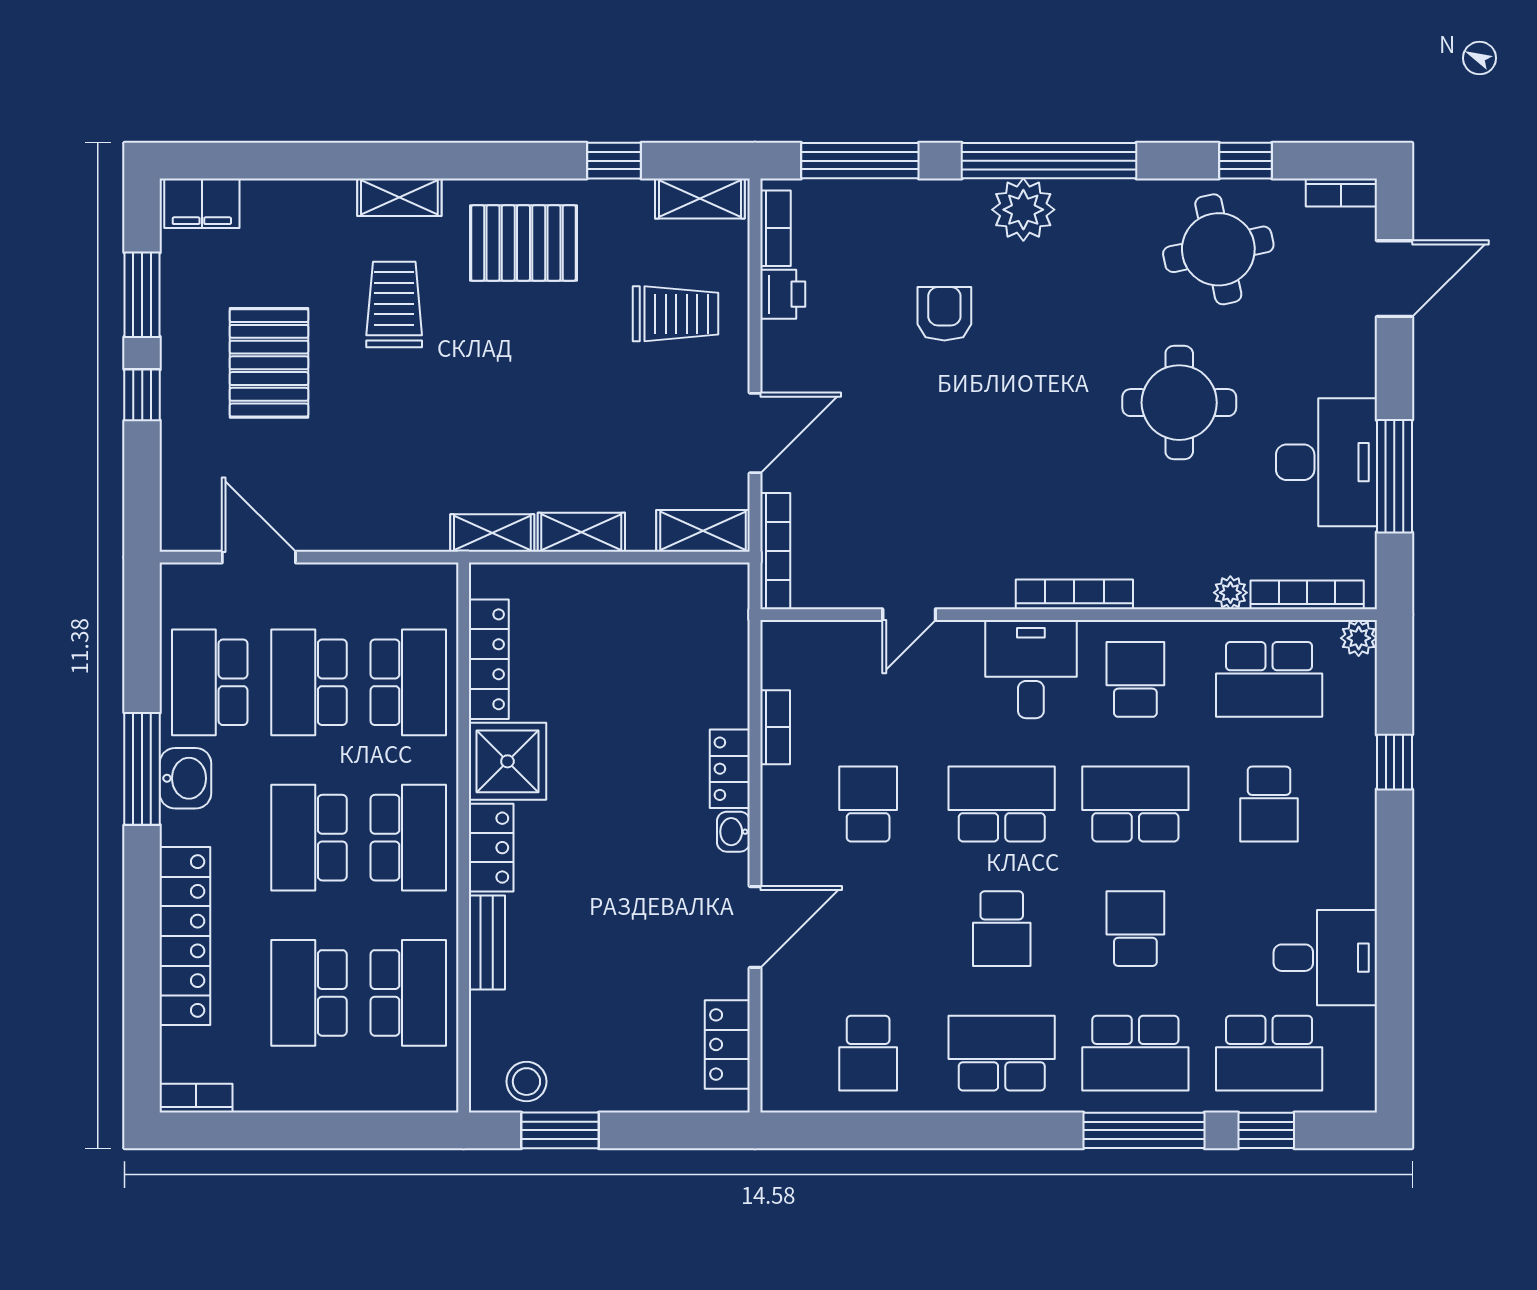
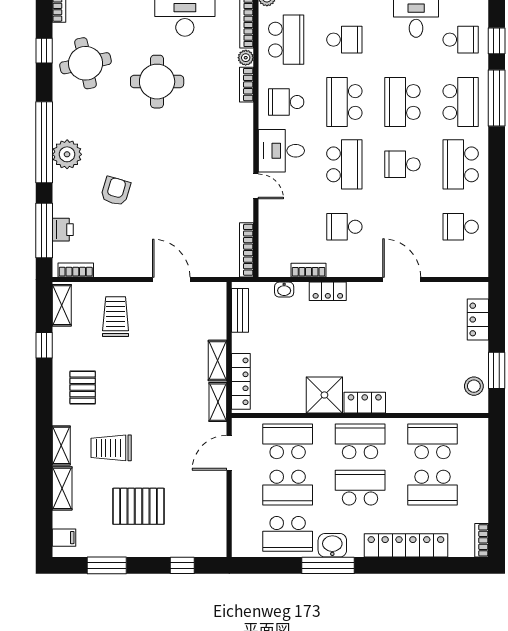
filing cabinet: (202, 203) -> (64, 538), width x0.50
pallet: (523, 243) -> (83, 388), width x0.67, depth x0.71
printer: (783, 294) -> (63, 230), moved, turned 90
armchair: (944, 314) -> (116, 191), turned 106
window: (142, 395) -> (182, 565), moved
shelving: (703, 531) -> (62, 488), moved
bookcase: (775, 551) -> (247, 250), moved, turned -90
door: (259, 557) -> (229, 453), moved
bookcase: (1074, 594) -> (247, 85), moved, width x0.64
door: (909, 615) -> (256, 186), moved
locker: (489, 659) -> (241, 381), moved, turned 90
school desk: (1002, 804) -> (344, 164), turned 180
washbasin: (733, 832) -> (284, 290), moved
school desk: (309, 838) -> (360, 488), turned 180
school desk: (1002, 929) -> (402, 164), turned 180
school desk: (1135, 929) -> (402, 102), width x1.85
bench: (487, 942) -> (240, 310), moved, turned 90
locker: (727, 1044) -> (478, 319), moved, turned 90
school desk: (868, 1053) -> (461, 227), turned 180
school desk: (1269, 1053) -> (461, 40), width x0.54

